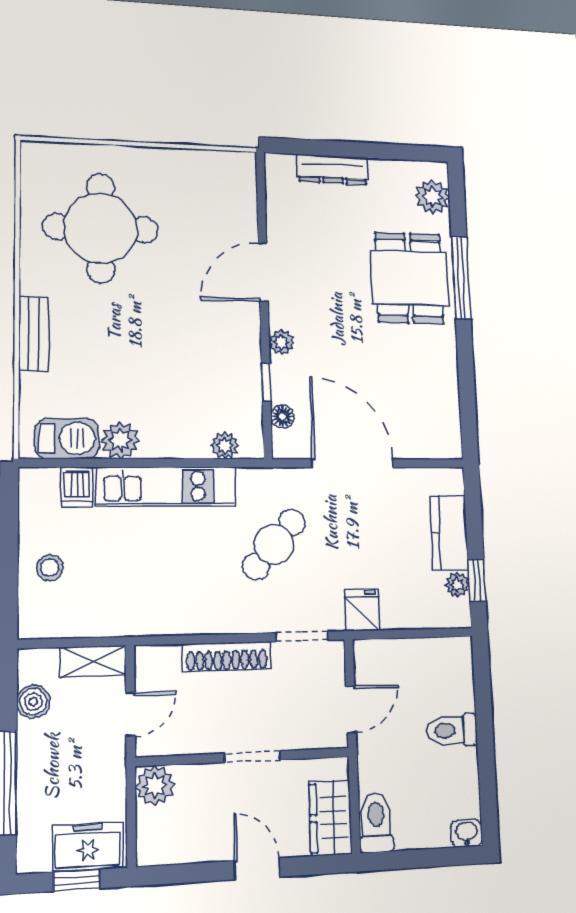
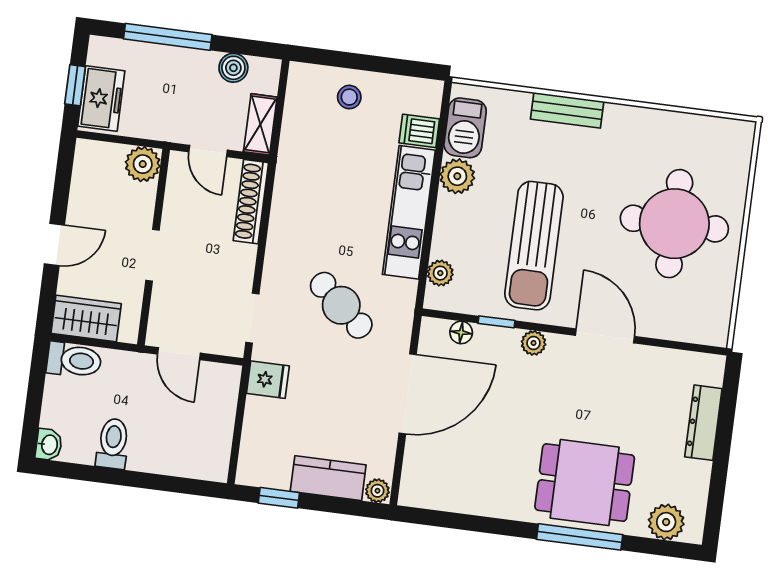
round table: (101, 228) -> (674, 224), moved
sun lounger: (182, 353) -> (534, 246), added
plant: (458, 585) -> (377, 491), moved
shoe rack: (227, 657) -> (251, 202), moved
toilet: (452, 730) -> (113, 444), moved

